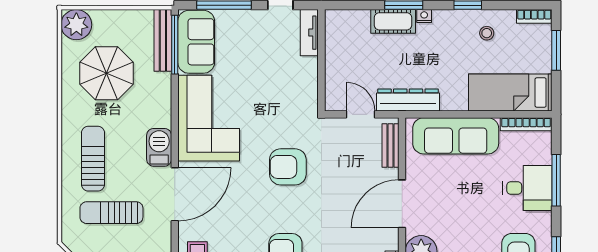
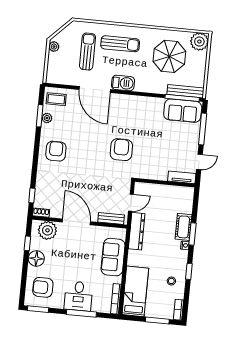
corner sofa: (209, 118) -> (137, 114), removed
sofa: (456, 136) -> (113, 257), width x0.73
armchair: (288, 167) -> (121, 150), moved

